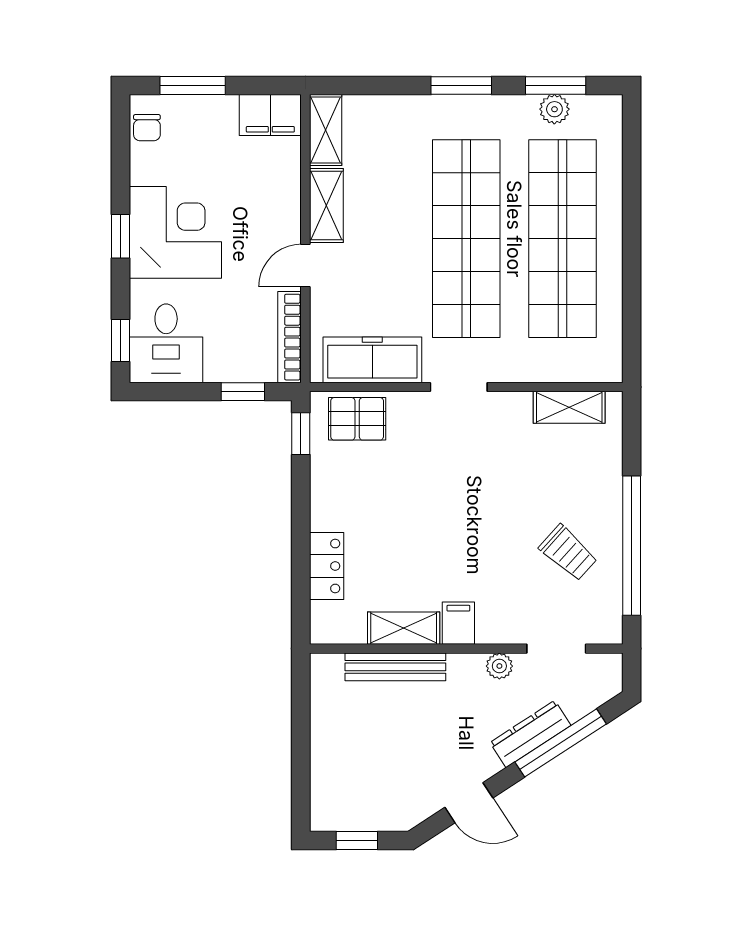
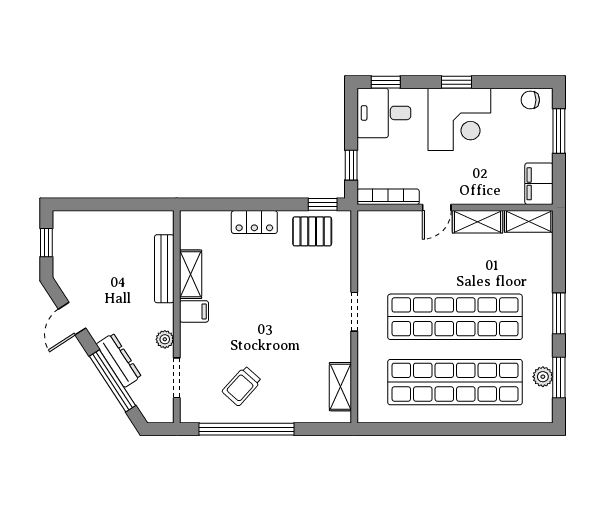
door: (305, 266) -> (437, 208), swing flipped
freezer: (372, 360) -> (373, 253), removed
pallet: (357, 419) -> (312, 231), moved, turned 90
locker: (327, 566) -> (254, 222), moved

